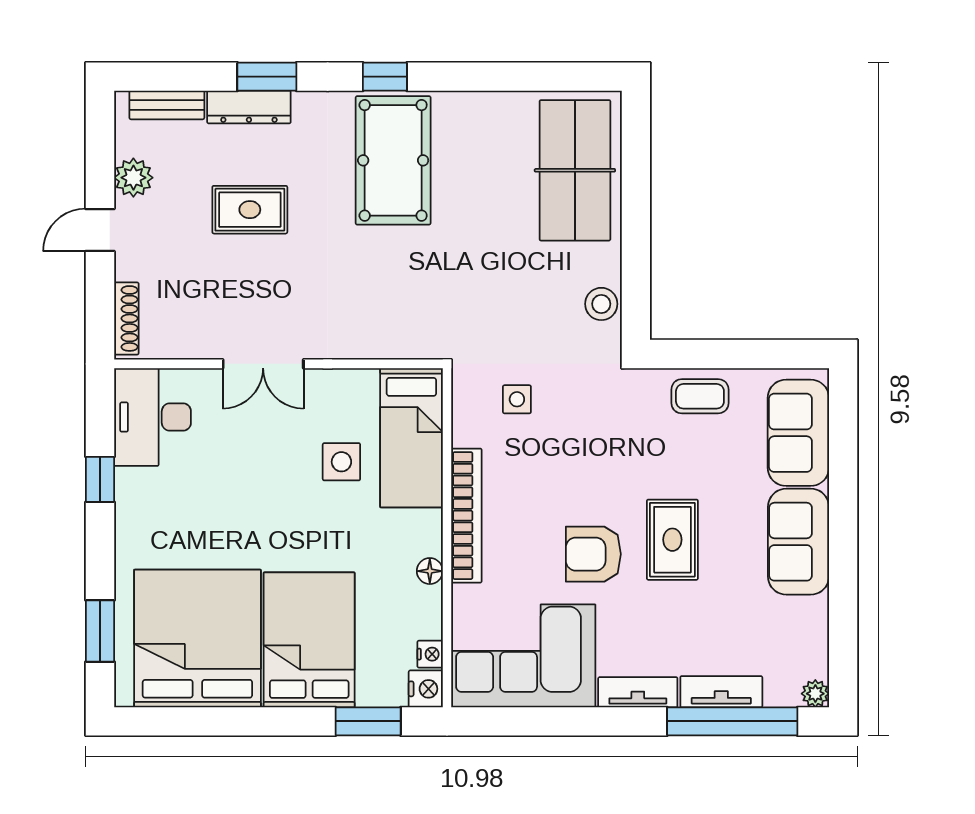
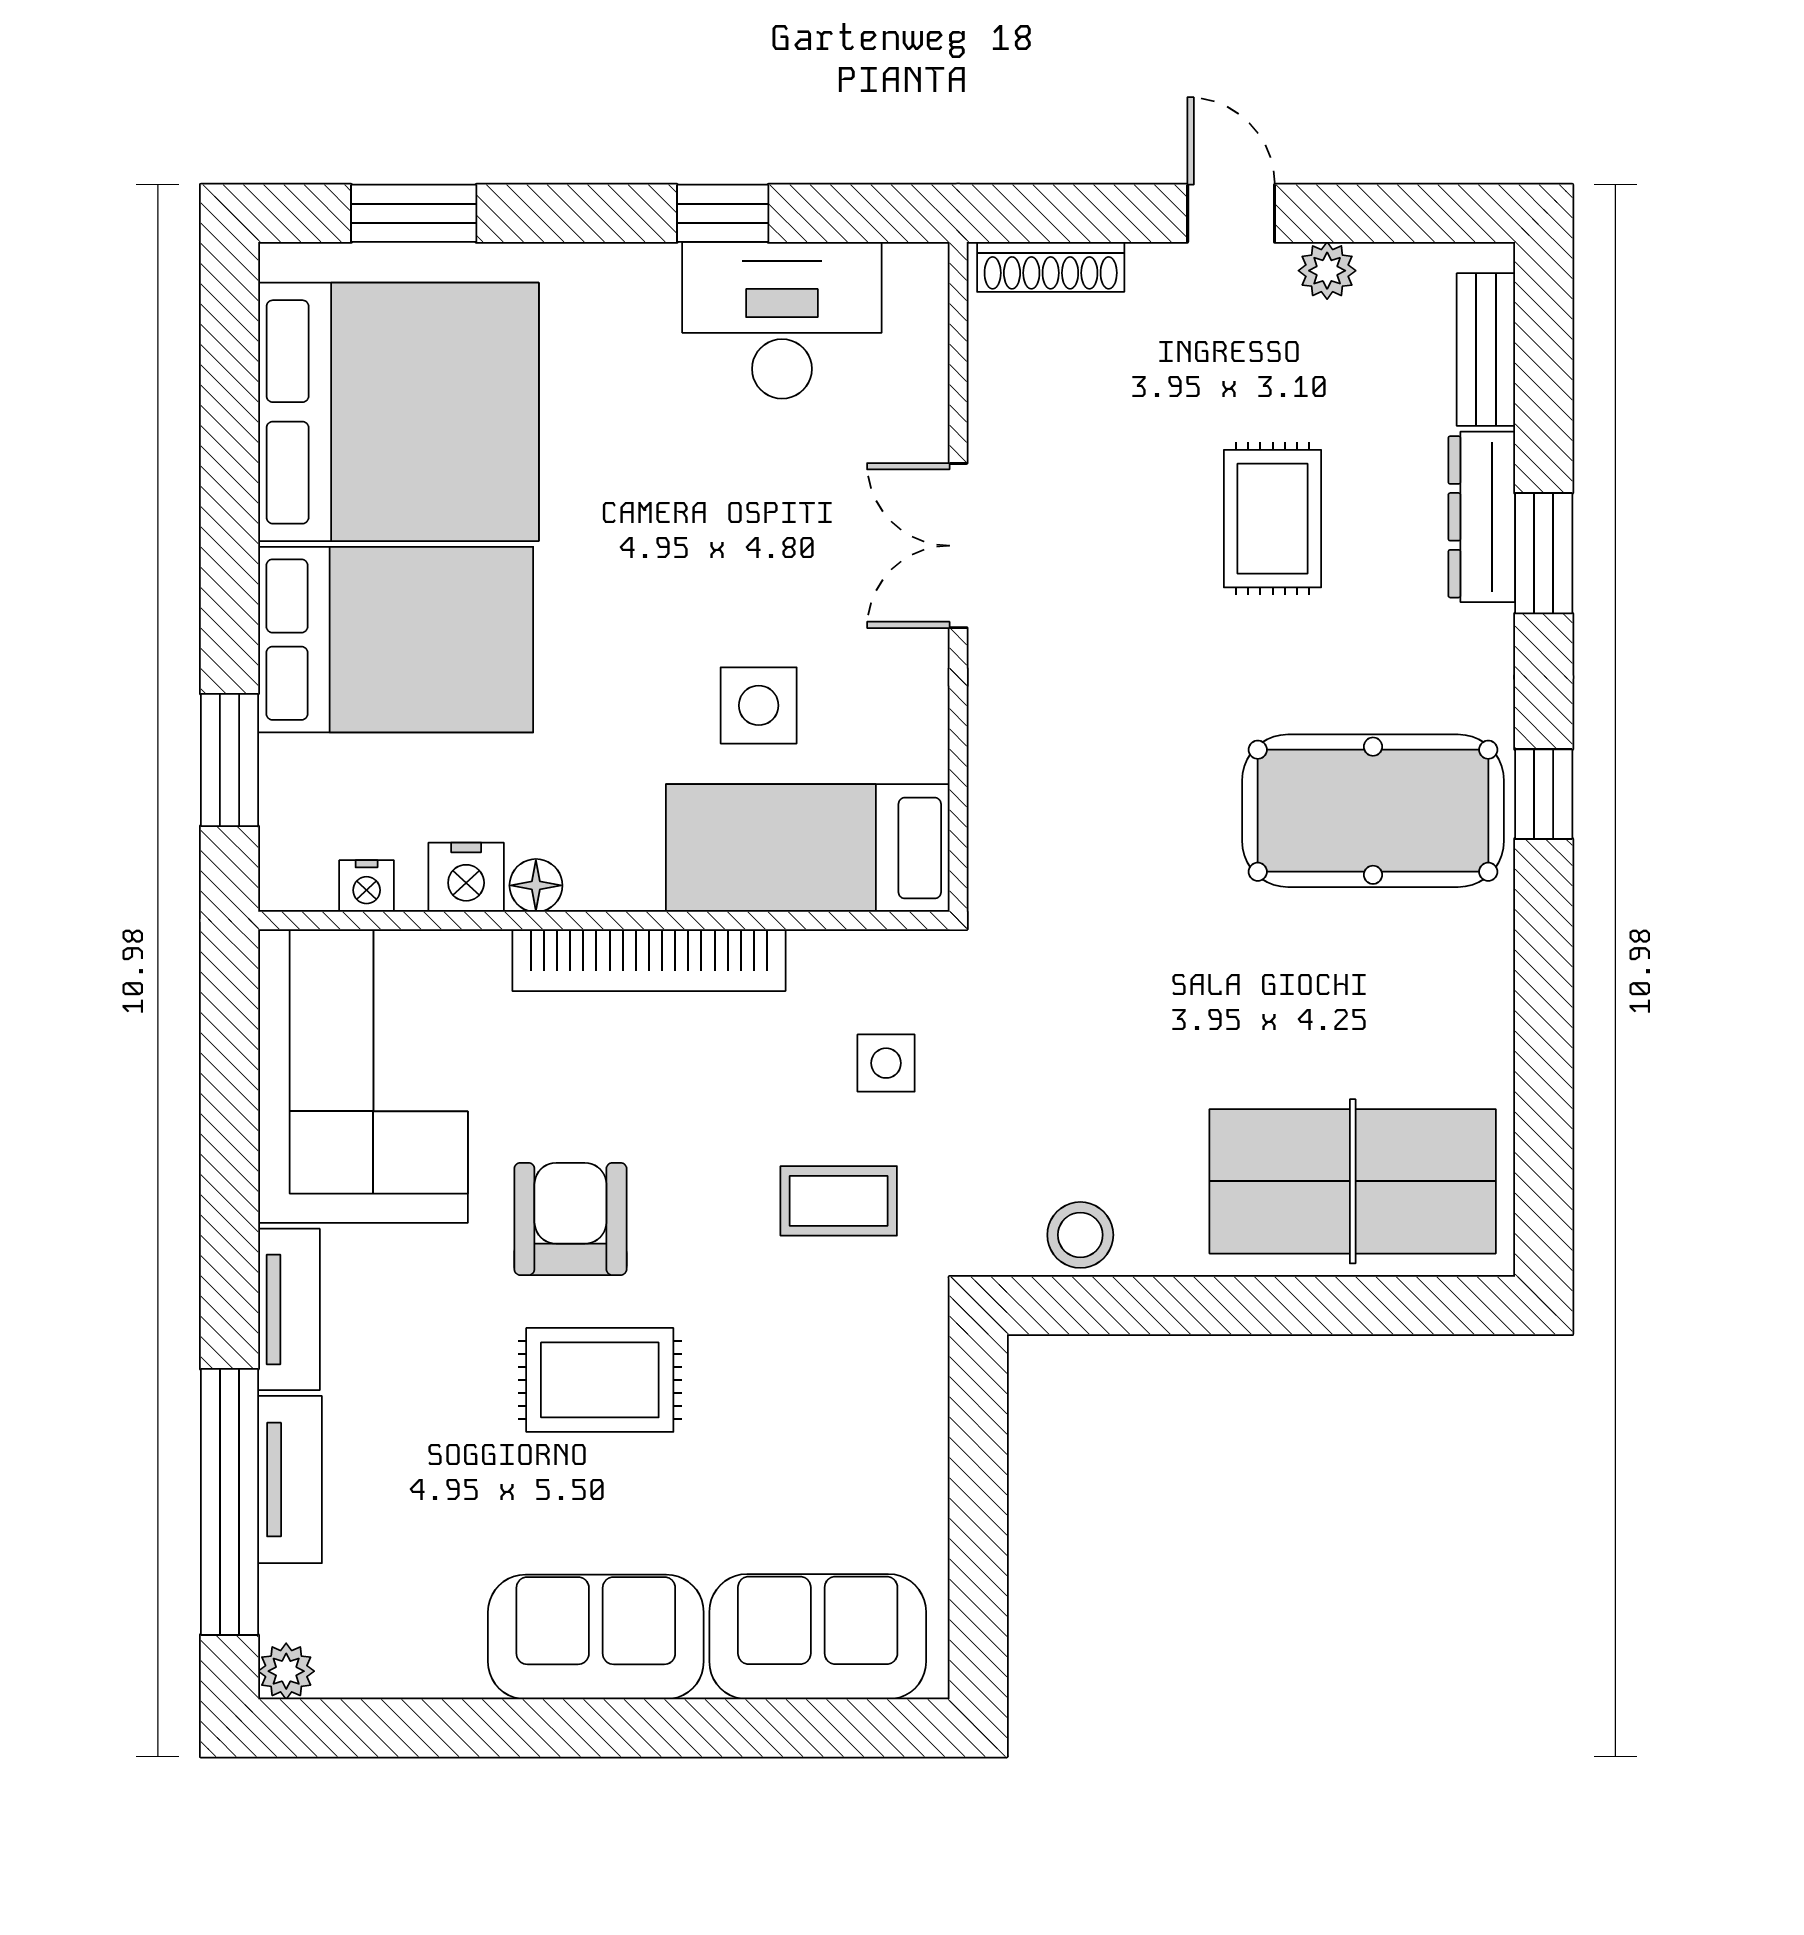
plant: (133, 178) -> (1327, 271), width x0.73, depth x0.73
coffee table: (700, 396) -> (839, 1201), moved, turned 90
desk: (152, 417) -> (782, 320), moved
nightstand: (426, 689) -> (466, 877), moved

